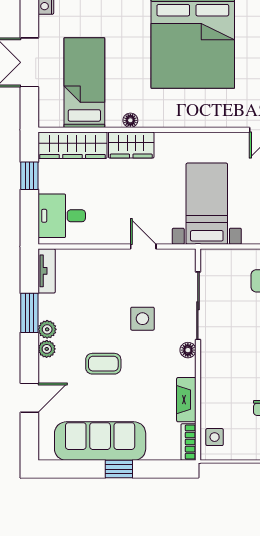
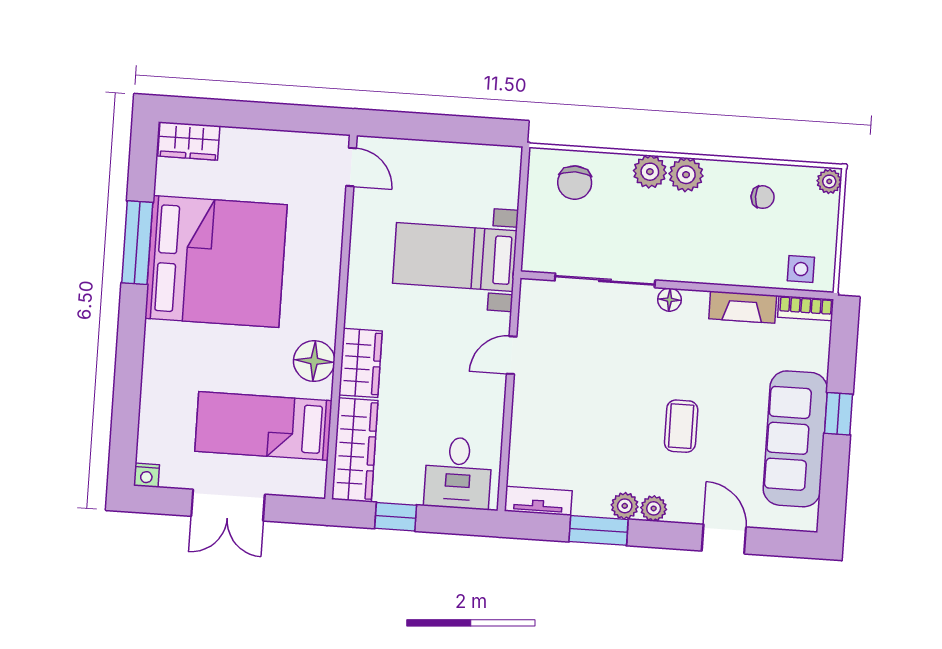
floor lamp: (130, 120) -> (314, 361), width x1.89, depth x1.89
side table: (142, 319) -> (618, 364), removed

